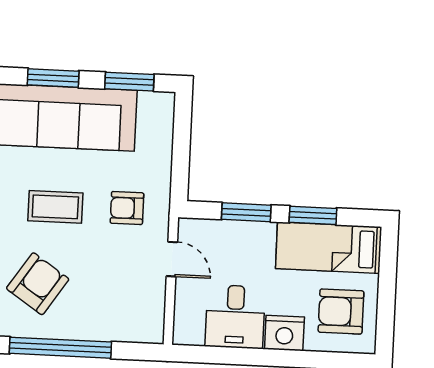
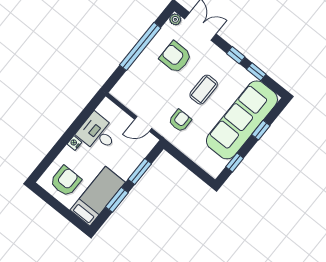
window: (53, 78) -> (261, 130), width x0.67
window: (129, 82) -> (235, 162), width x0.67
armchair: (38, 284) -> (176, 57), turned 146
nightstand: (284, 333) -> (74, 143), width x0.53, depth x0.56

